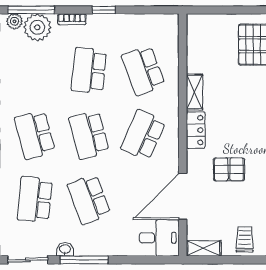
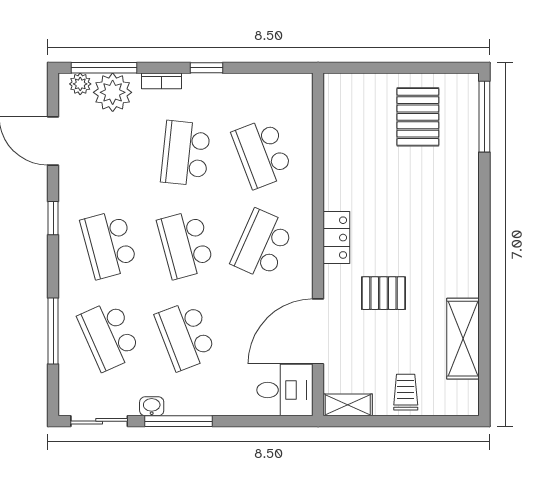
shelving: (194, 92) -> (335, 184), removed
school desk: (35, 199) -> (109, 336), turned -30

